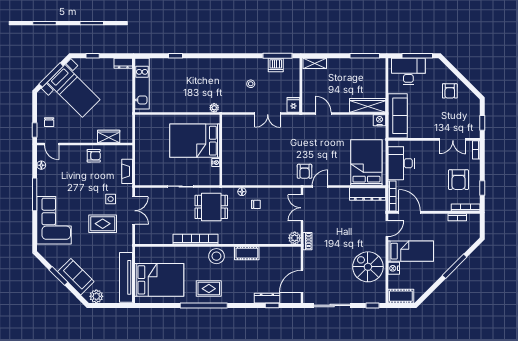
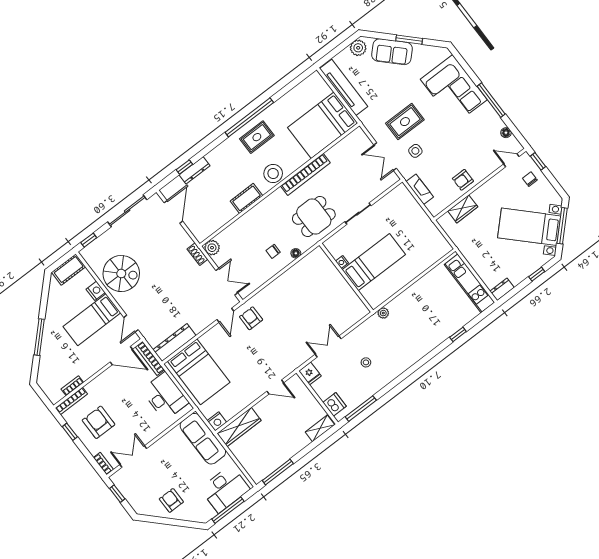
dishwasher: (276, 65) -> (334, 404), moved, turned 90
bed: (195, 141) -> (374, 262), width x0.67
bed: (159, 280) -> (323, 125), moved

